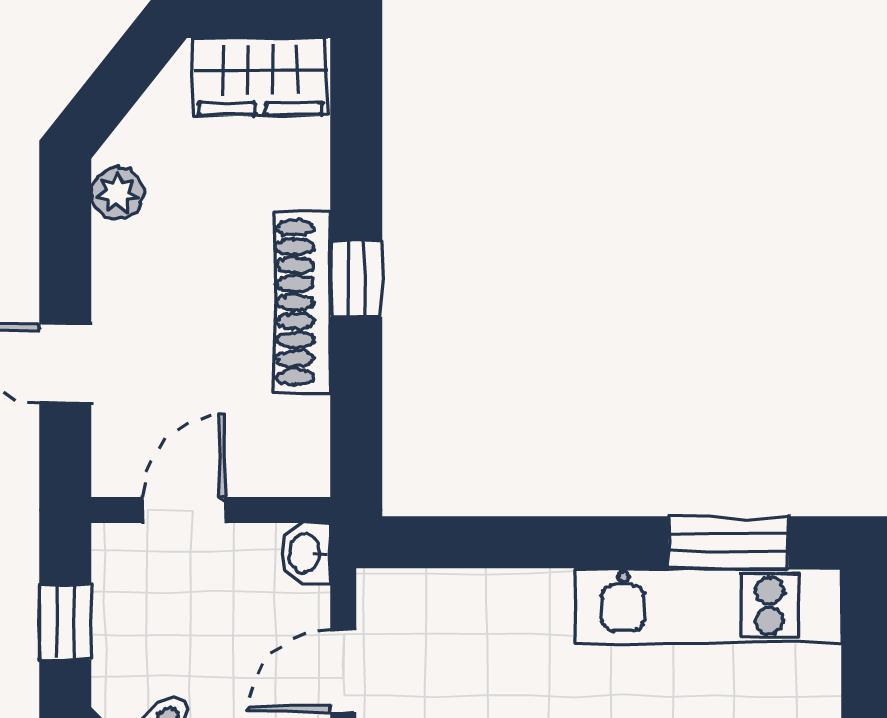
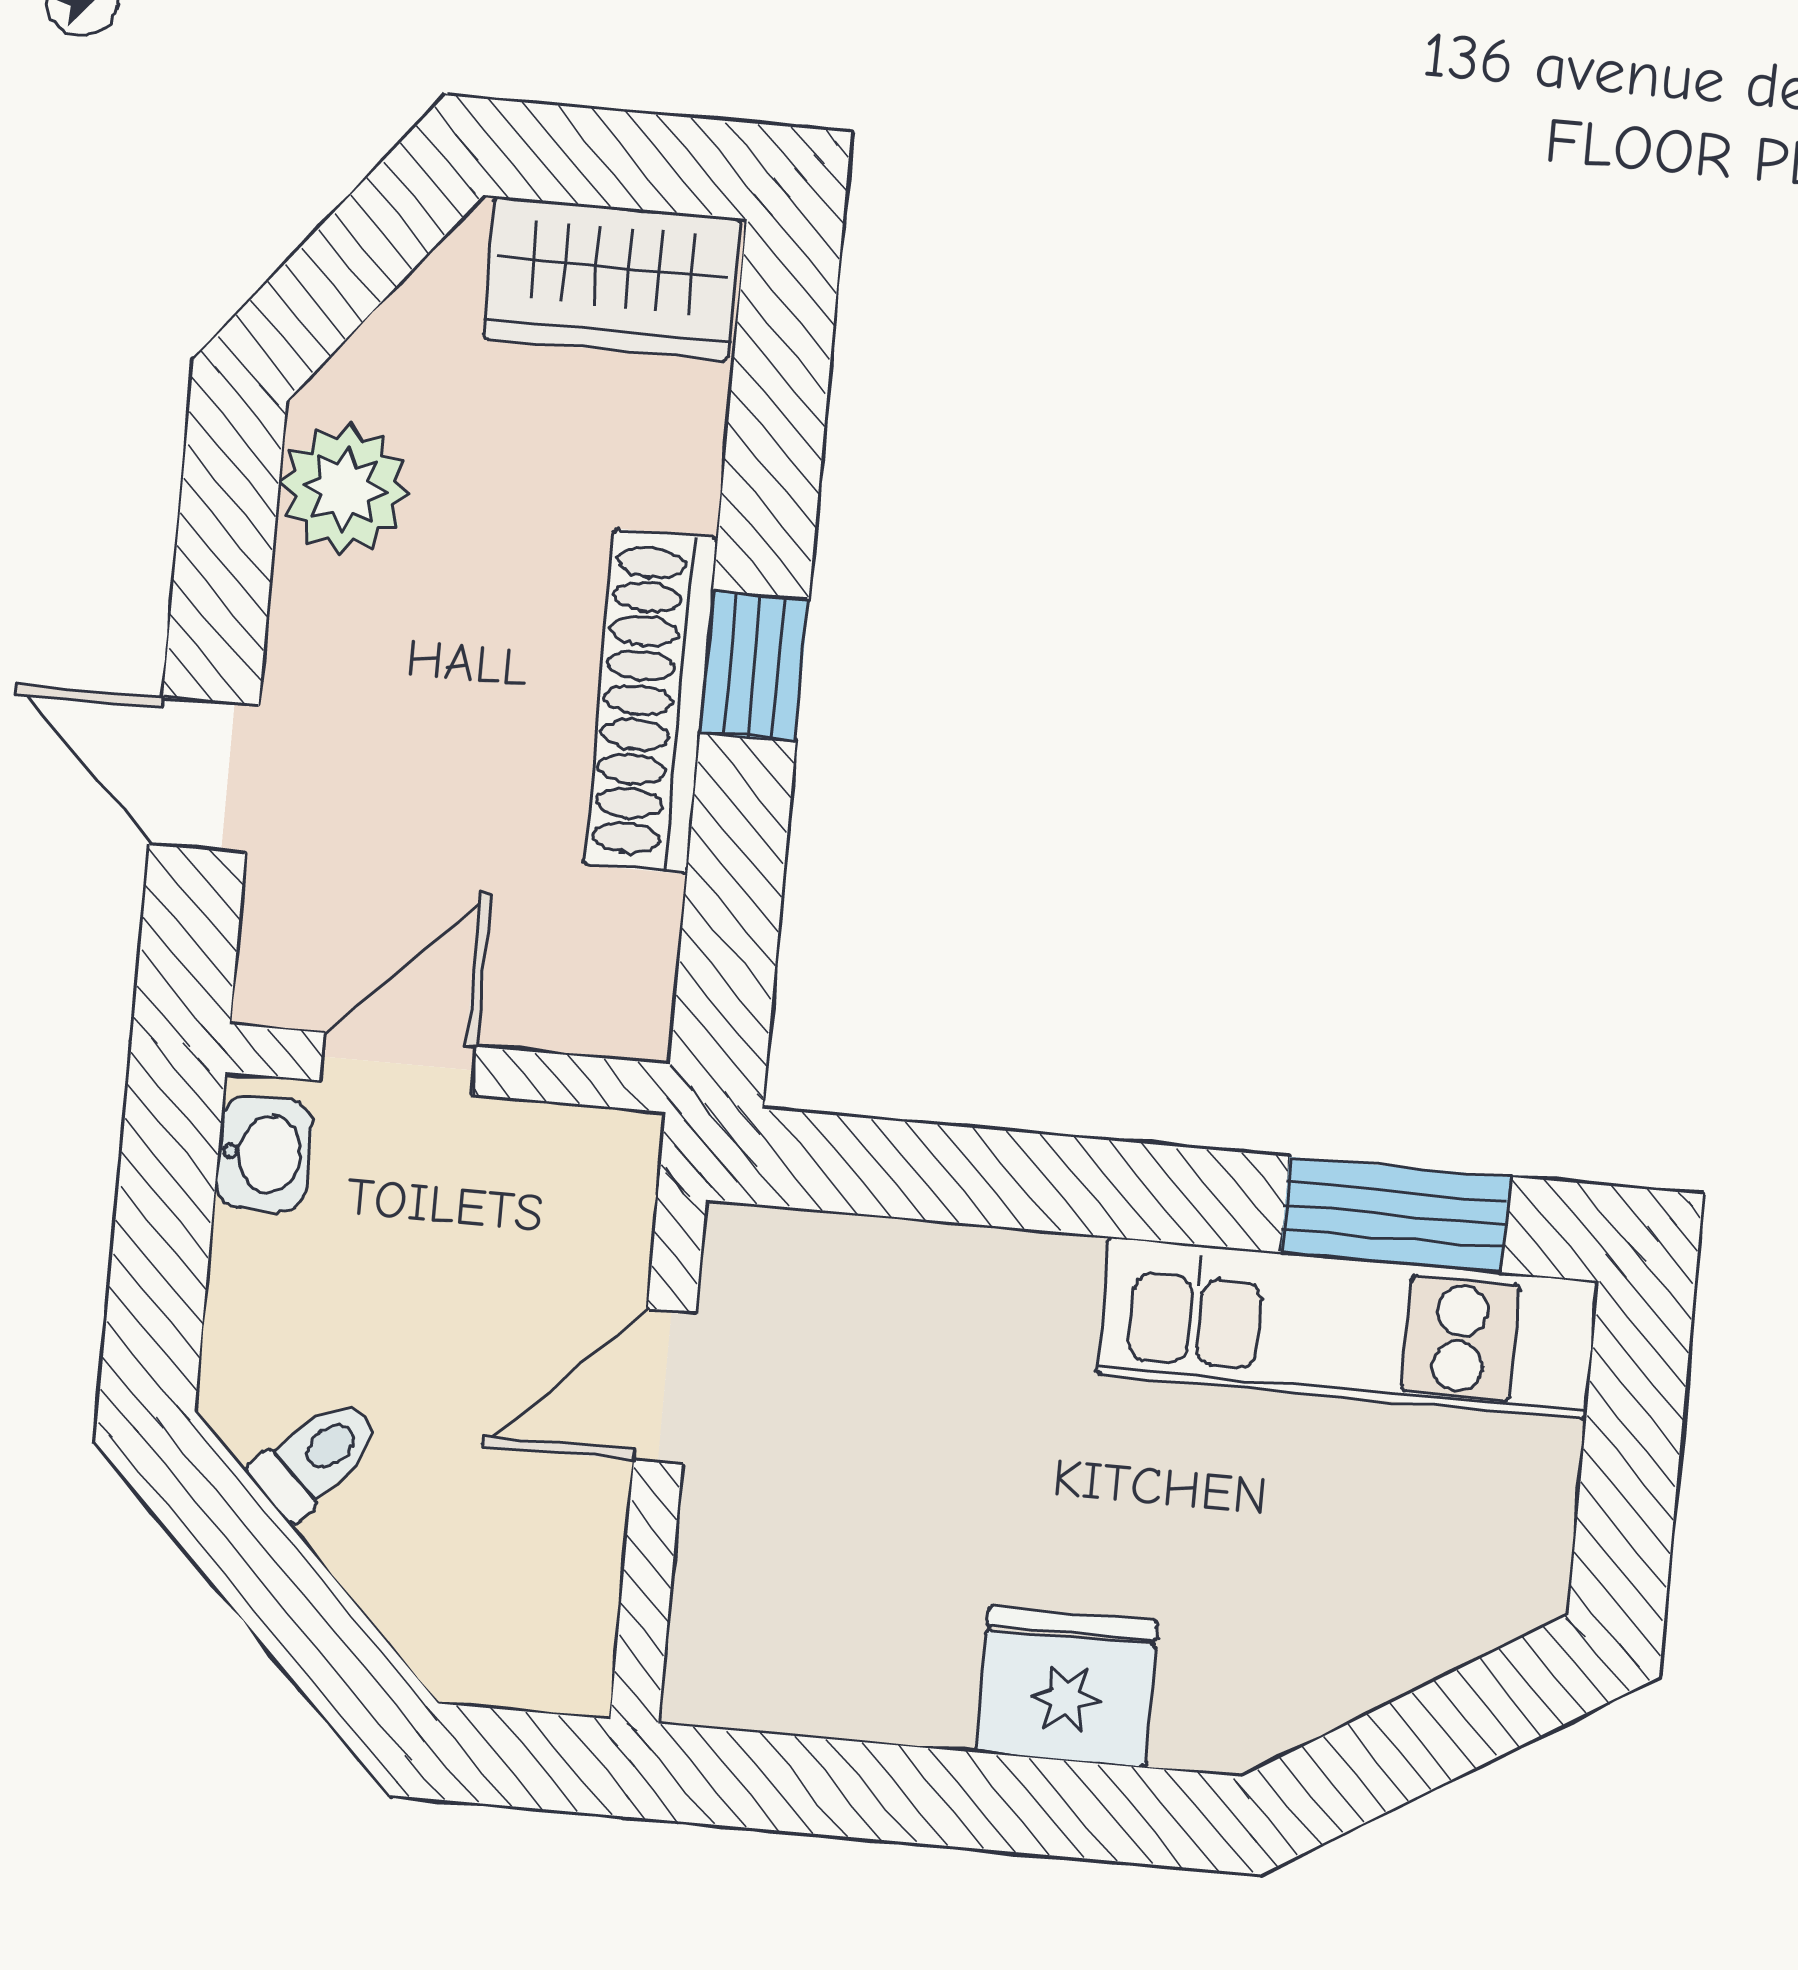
plant: (117, 193) -> (345, 489), width x1.38, depth x1.38
washbasin: (306, 553) -> (264, 1154), moved, turned 180
window: (65, 622) -> (161, 1250), removed

